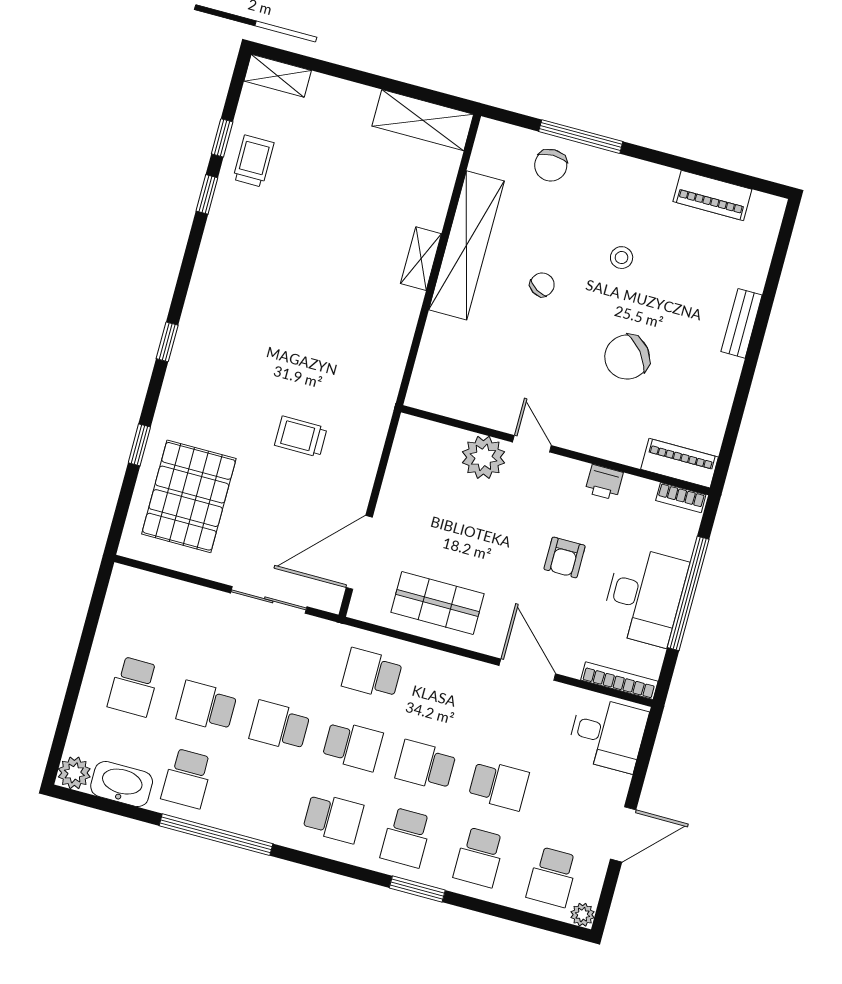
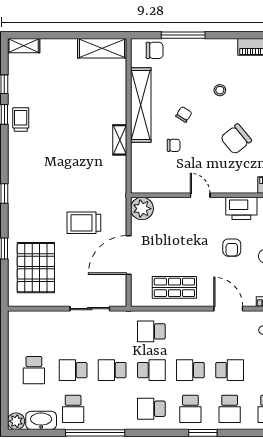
trolley: (253, 161) -> (21, 119), moved
chair: (551, 165) -> (155, 50), moved, turned -90
shelving: (421, 259) -> (120, 140), moved
chair: (507, 337) -> (174, 145), added
trolley: (301, 437) -> (84, 223), width x1.36, depth x1.39
plant: (483, 457) -> (142, 209), moved
printer: (604, 482) -> (241, 208), width x1.87, depth x1.48
door: (359, 552) -> (129, 255), moved
school desk: (333, 818) -> (151, 409), turned 180

